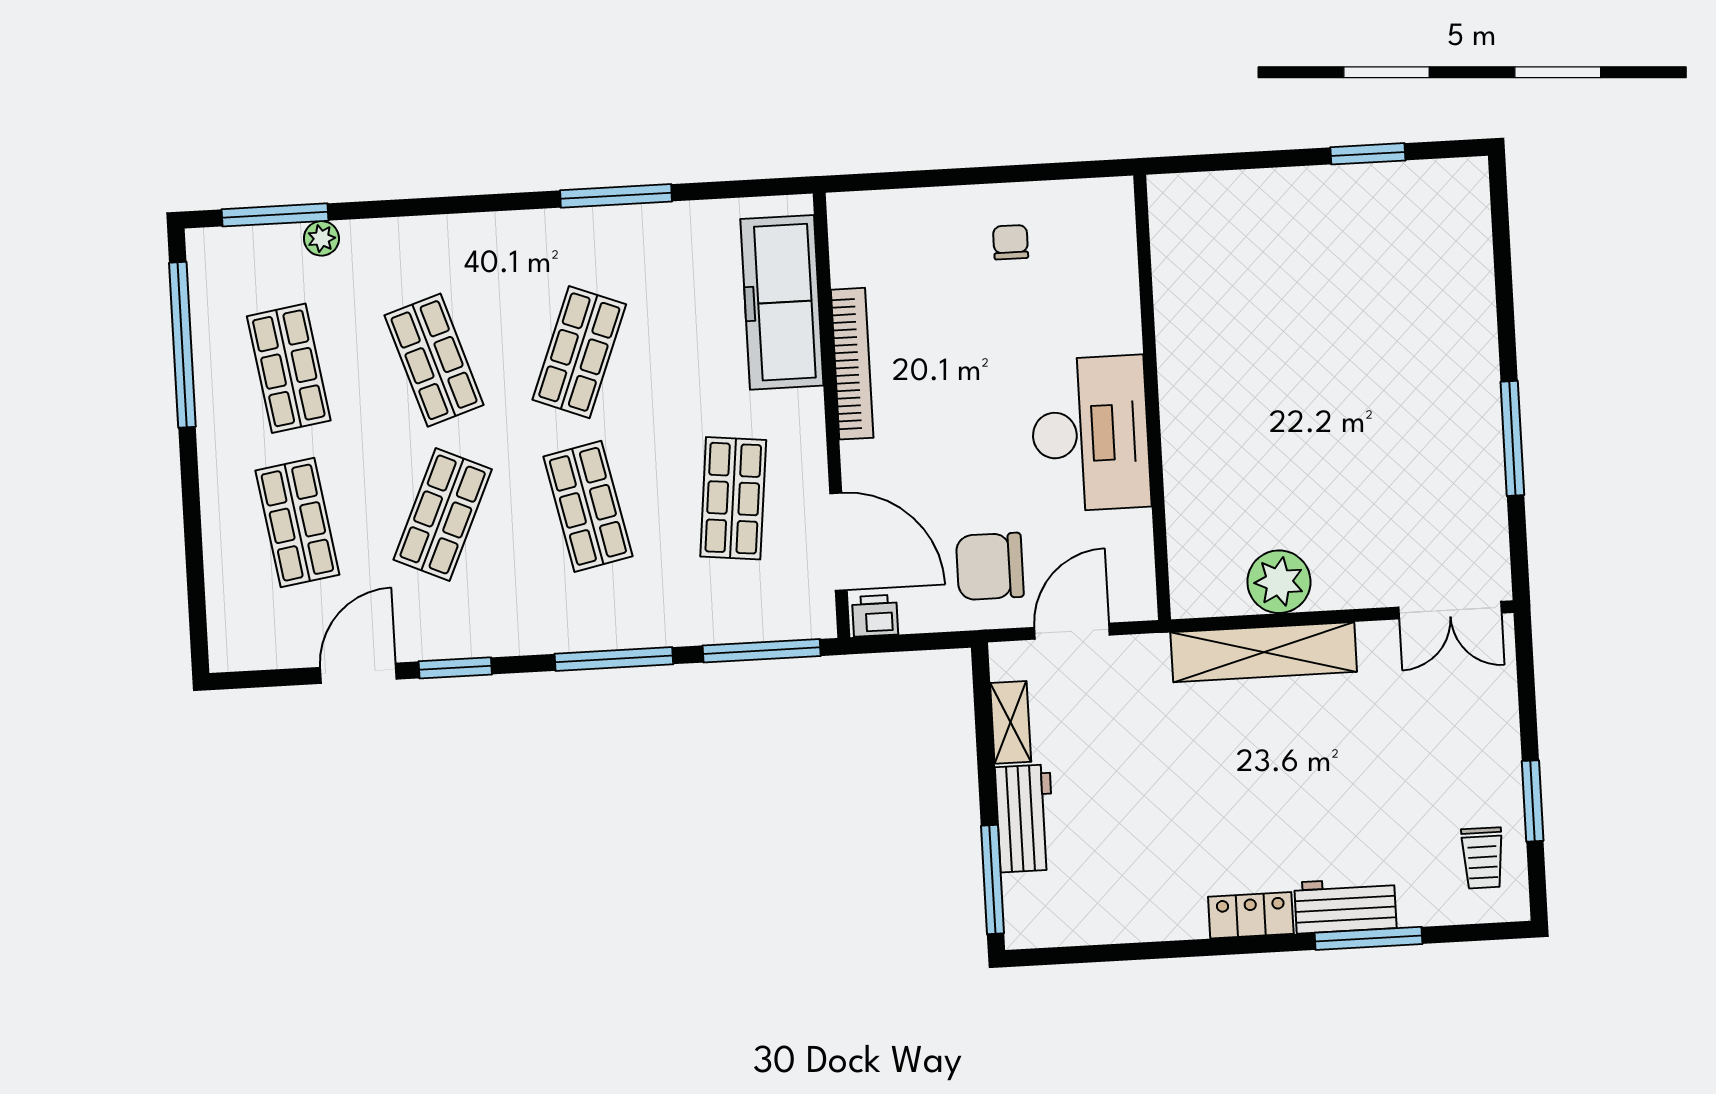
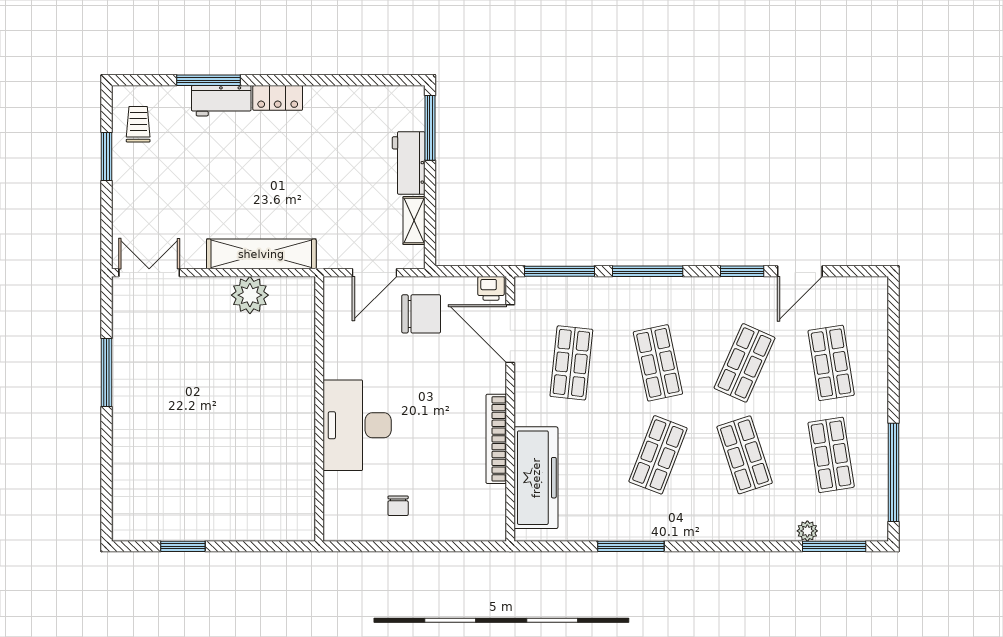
desk: (1090, 434) -> (357, 425), moved

